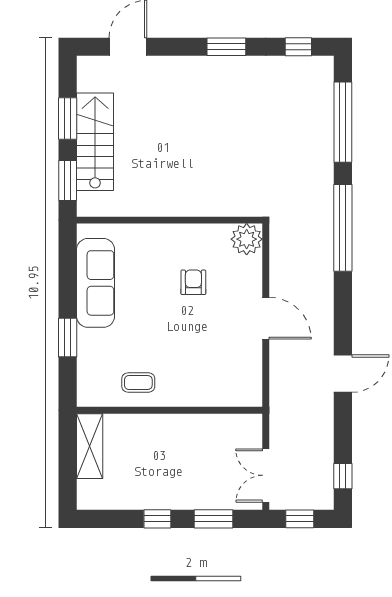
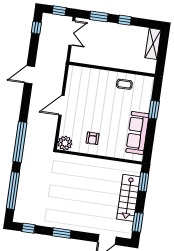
window: (68, 118) -> (138, 222), moved
armchair: (193, 282) -> (93, 138), moved
door: (266, 318) -> (61, 105), hinge flipped
shelving: (90, 446) -> (153, 44), moved

